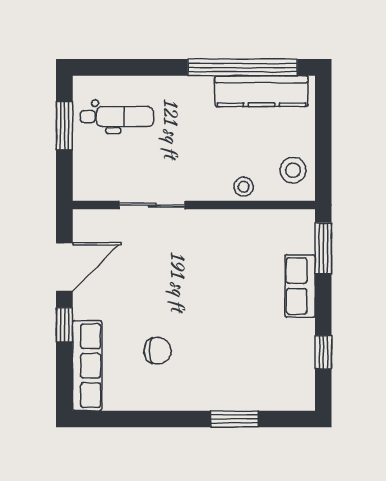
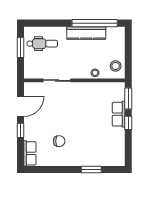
kitchen counter: (261, 91) -> (86, 33), moved
window: (323, 352) -> (128, 123), moved
row of seats: (87, 366) -> (30, 153), width x0.68

